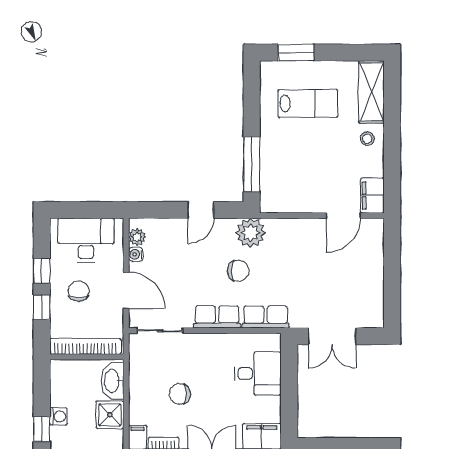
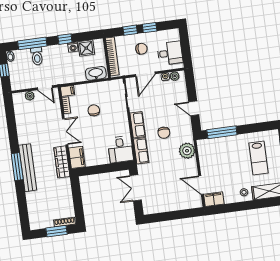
plant: (251, 233) -> (187, 151), moved
desk: (86, 240) -> (170, 53), width x0.73
desk: (258, 374) -> (120, 149), moved
shower: (110, 415) -> (86, 48), moved

